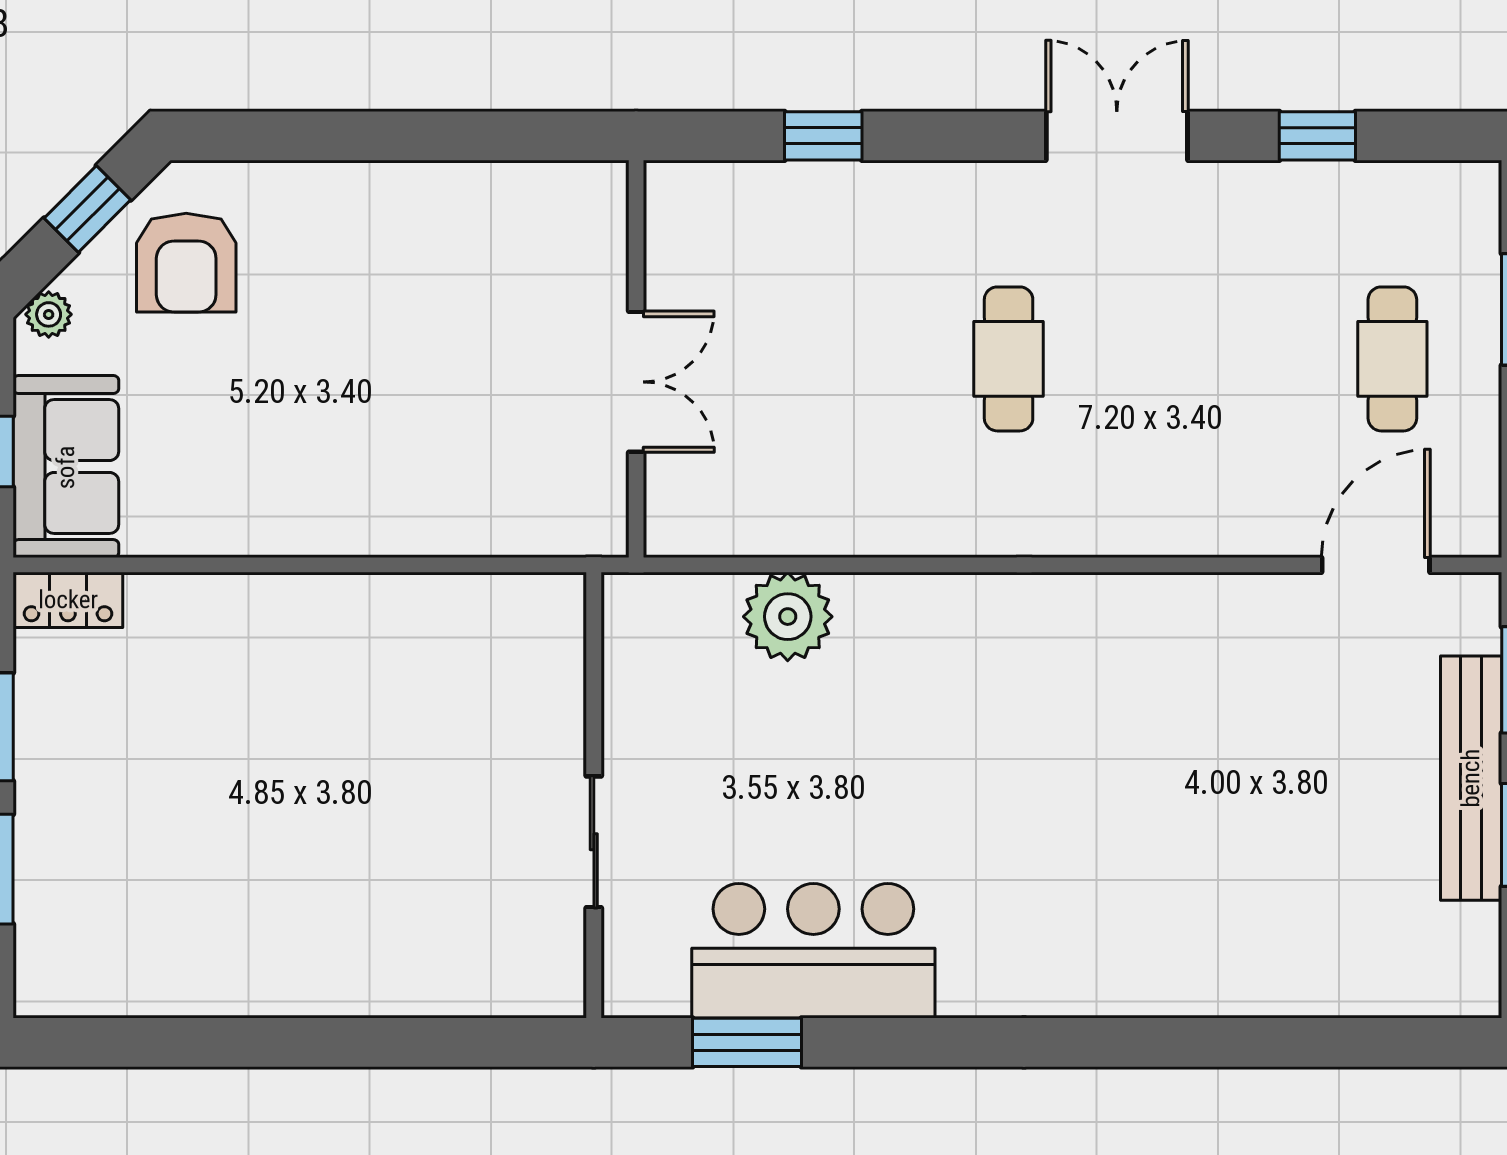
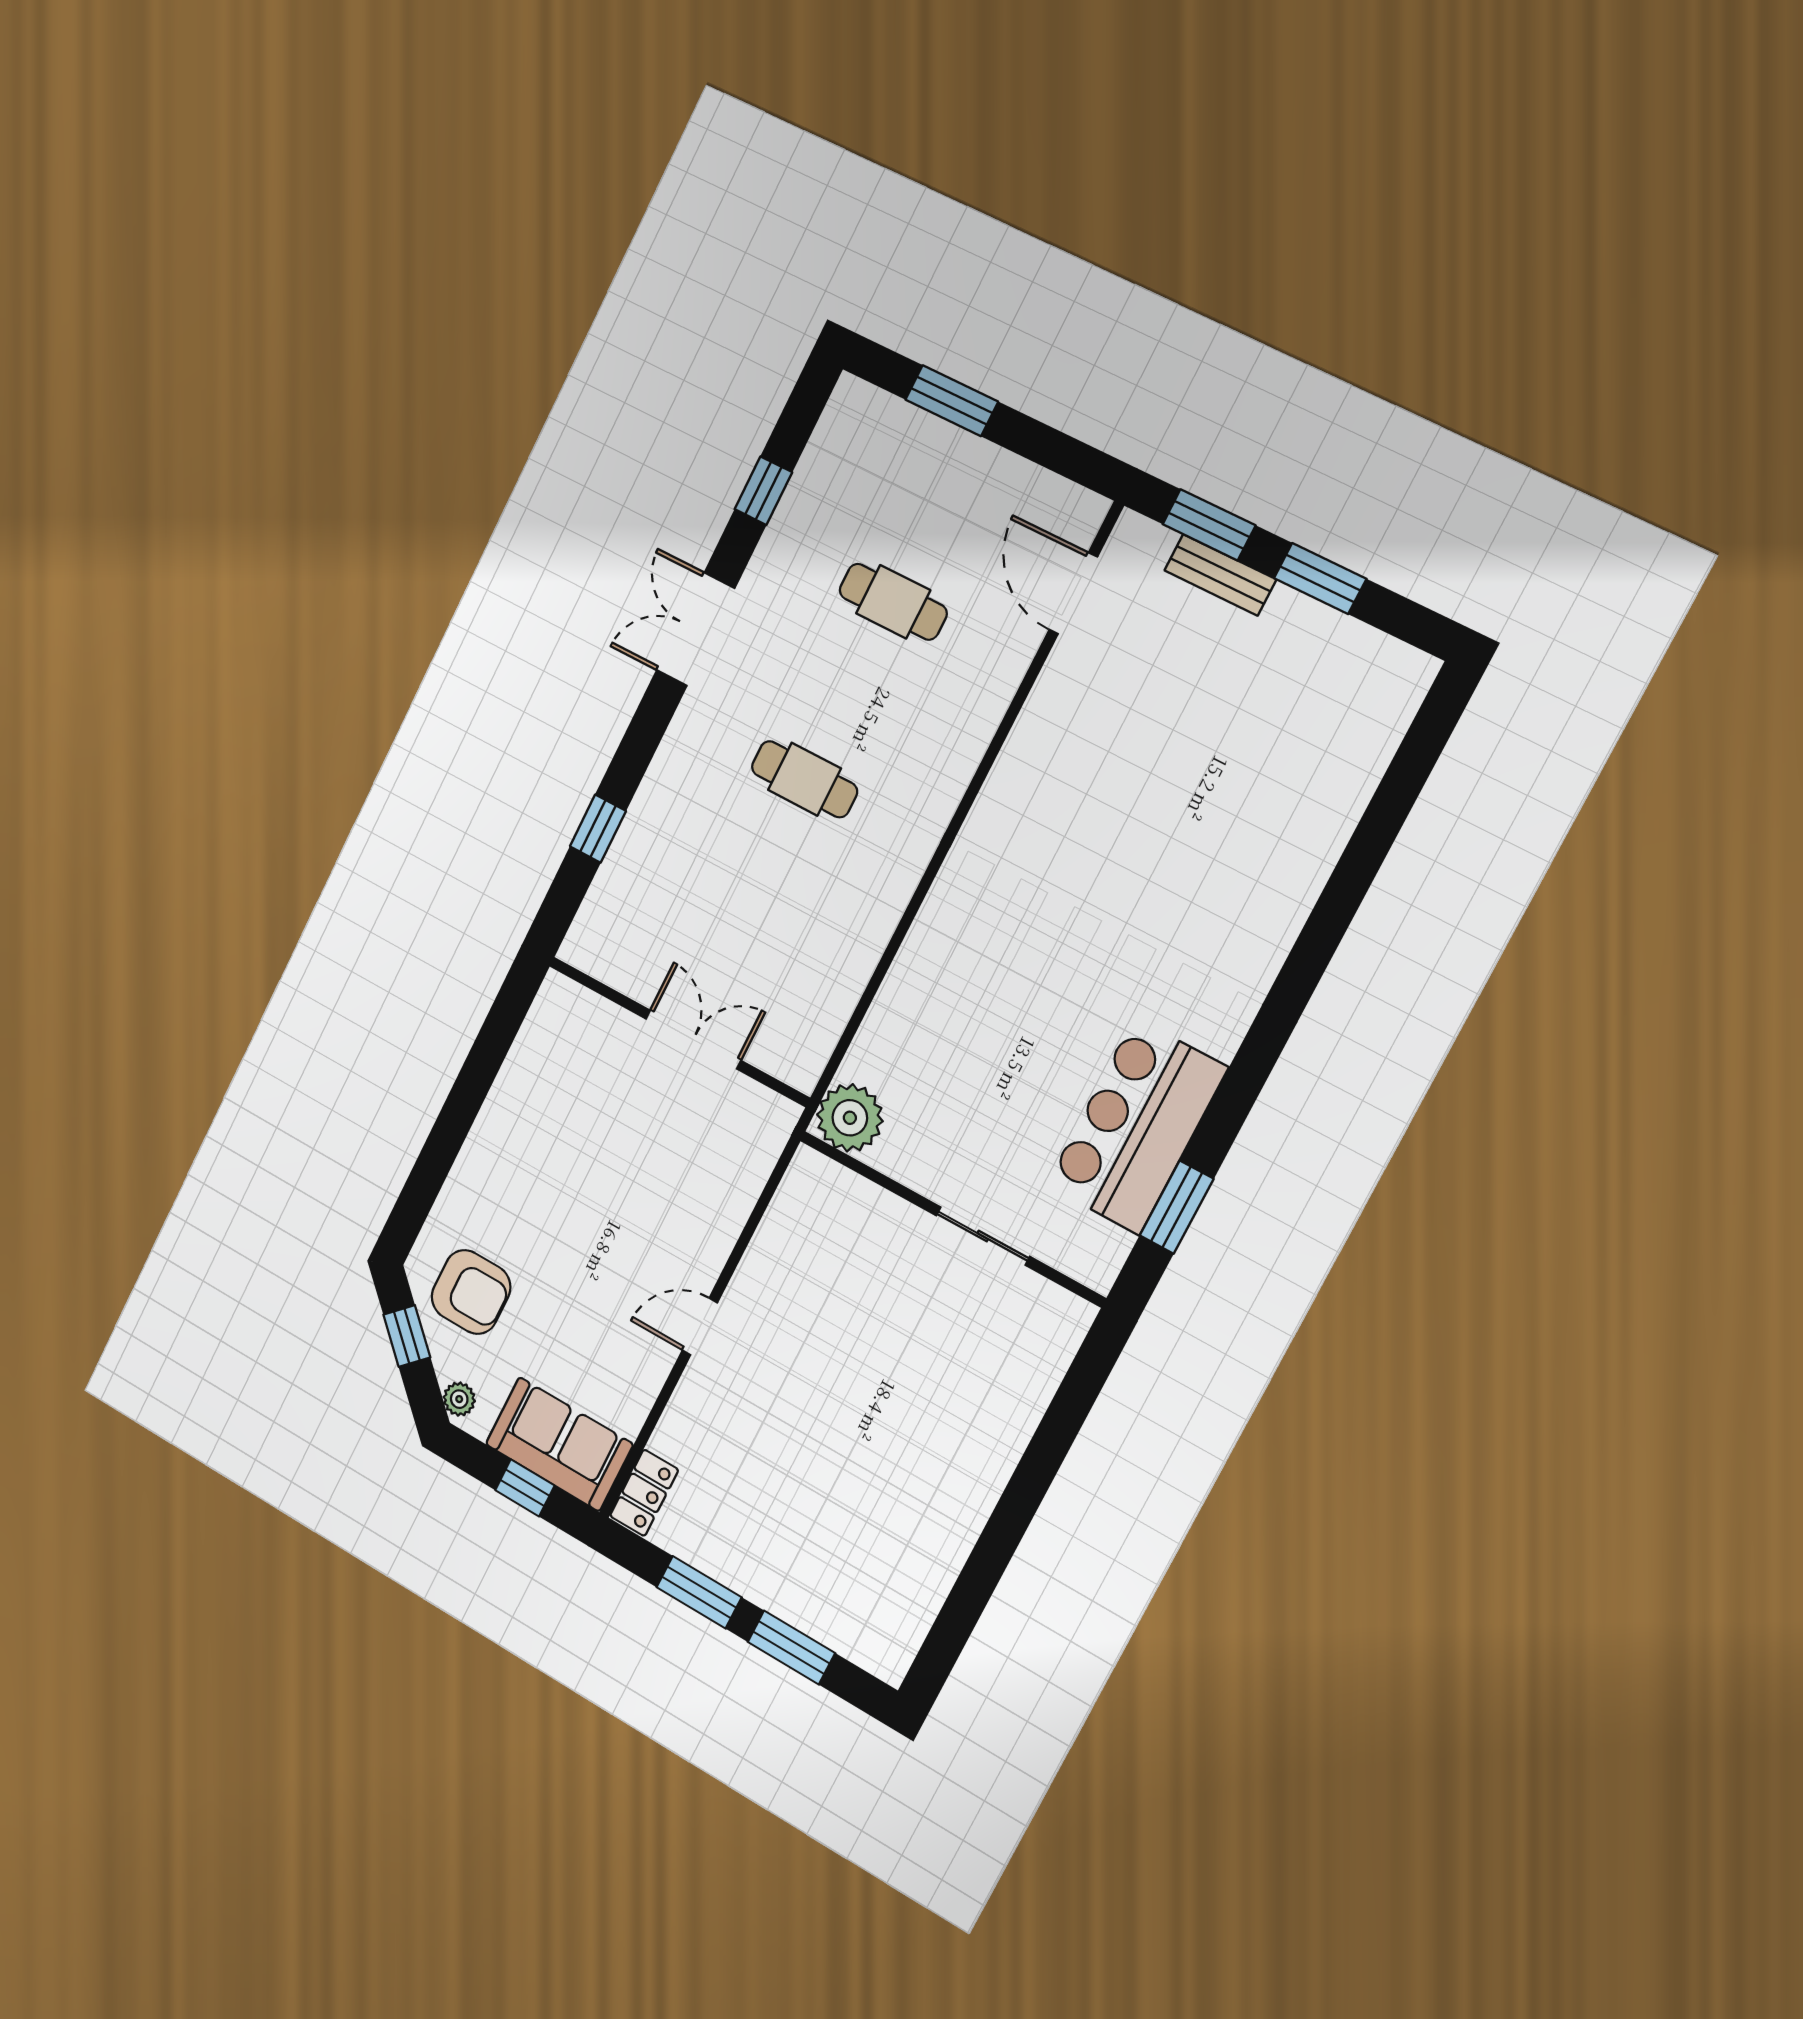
cafe table: (1392, 359) -> (893, 602), moved
door: (303, 565) -> (700, 1327), added
plant: (788, 617) -> (850, 1118), moved
bench: (1471, 778) -> (1220, 575), width x0.54, depth x0.82

